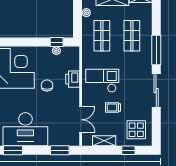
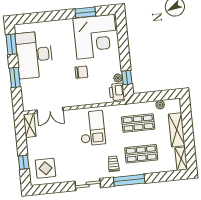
printer: (73, 79) -> (117, 92), moved, turned -90
sliding door: (156, 91) -> (88, 184), width x0.73
trolley: (113, 107) -> (113, 164), moved
shelving: (104, 141) -> (30, 125), moved
window: (60, 150) -> (15, 77), moved

